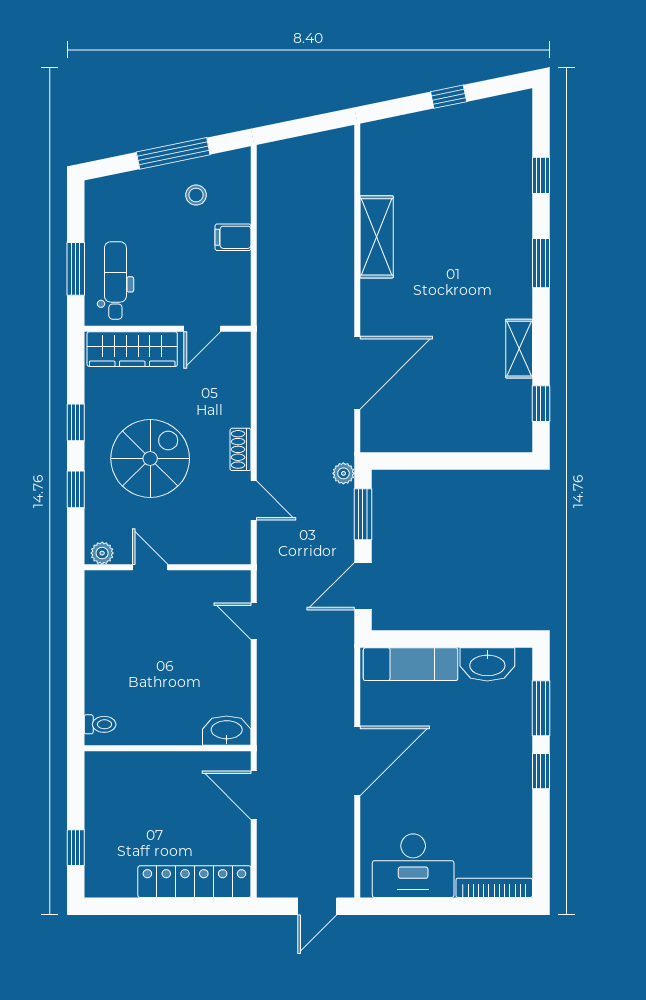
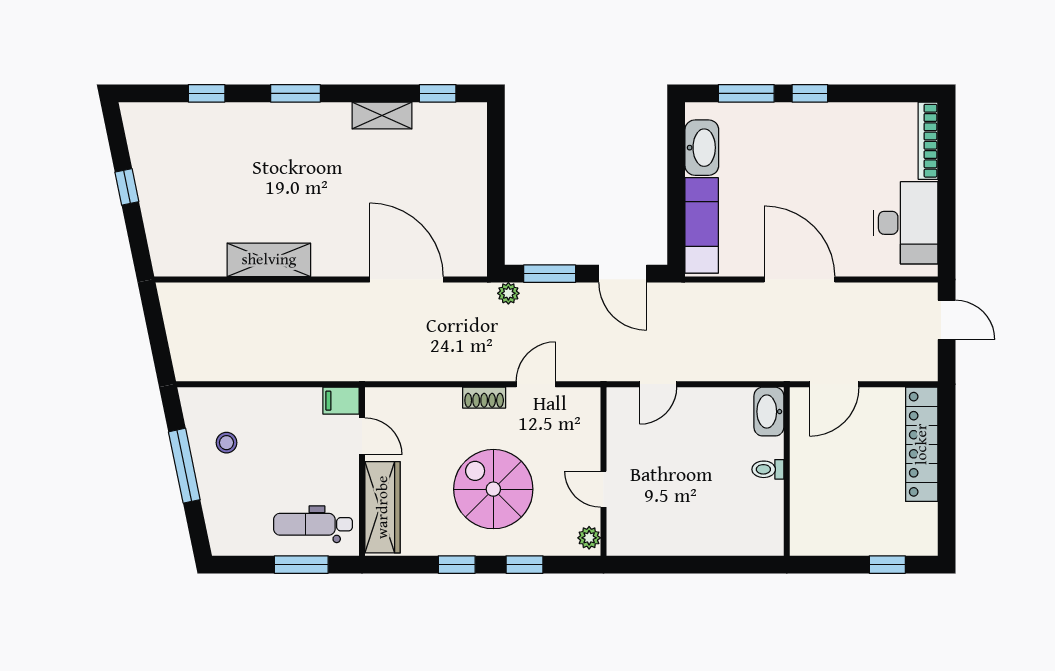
filing cabinet: (233, 237) -> (341, 401), moved, turned 90
door: (150, 567) -> (603, 489), hinge flipped
toilet: (100, 724) -> (768, 469), moved, turned -90

